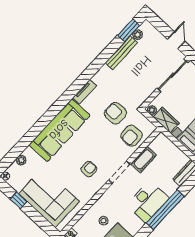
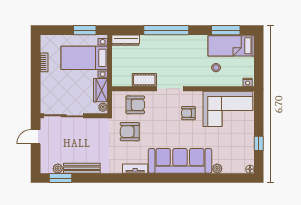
armchair: (115, 113) -> (130, 132), turned 90
plant: (21, 160) -> (217, 169), moved
corner sofa: (49, 198) -> (228, 109), moved, turned -90
desk: (148, 201) -> (172, 48), removed

